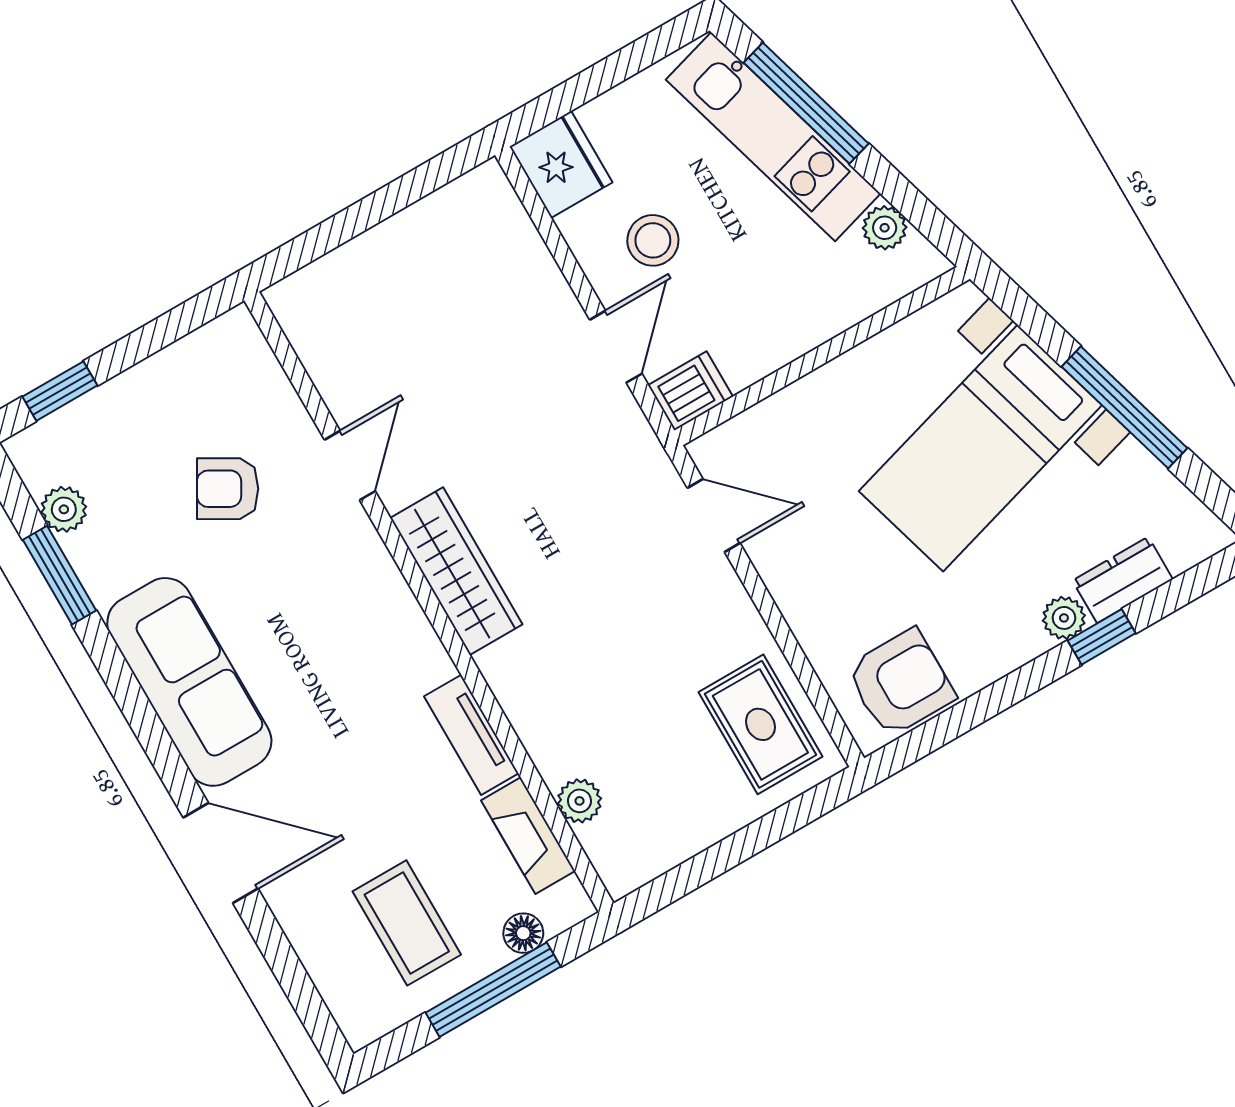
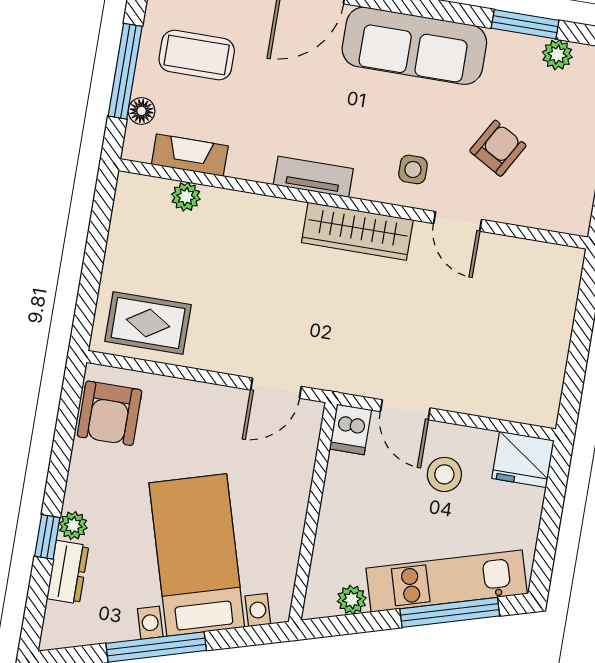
side table: (333, 566) -> (413, 169), added
tv unit: (471, 735) -> (313, 177), moved

